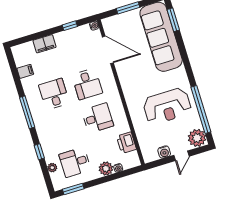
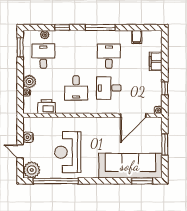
desk: (54, 94) -> (109, 56), turned -90

